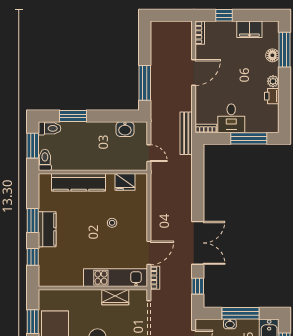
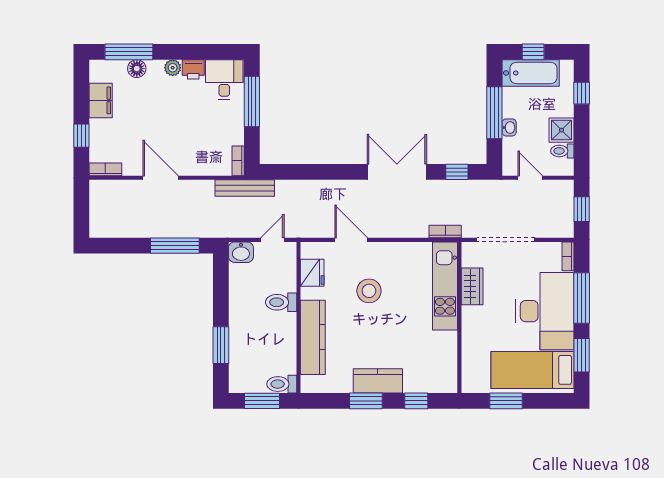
desk: (231, 118) -> (224, 80), moved, turned -90
toilet: (50, 128) -> (281, 302), moved, turned -90
washbasin: (125, 129) -> (241, 252), moved, turned 90
stool: (112, 223) -> (369, 291), width x1.89, depth x1.89
door: (149, 253) -> (351, 240), moved

